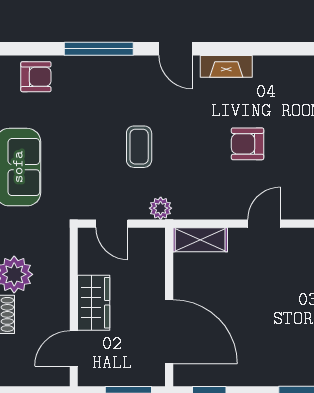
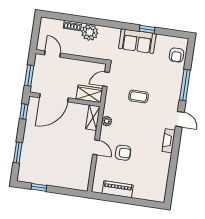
door: (175, 49) -> (180, 119), swing flipped
armchair: (248, 144) -> (123, 153), moved, turned 90
plant: (161, 208) -> (107, 121), moved
wardrobe: (94, 303) -> (89, 94), moved, turned 180

